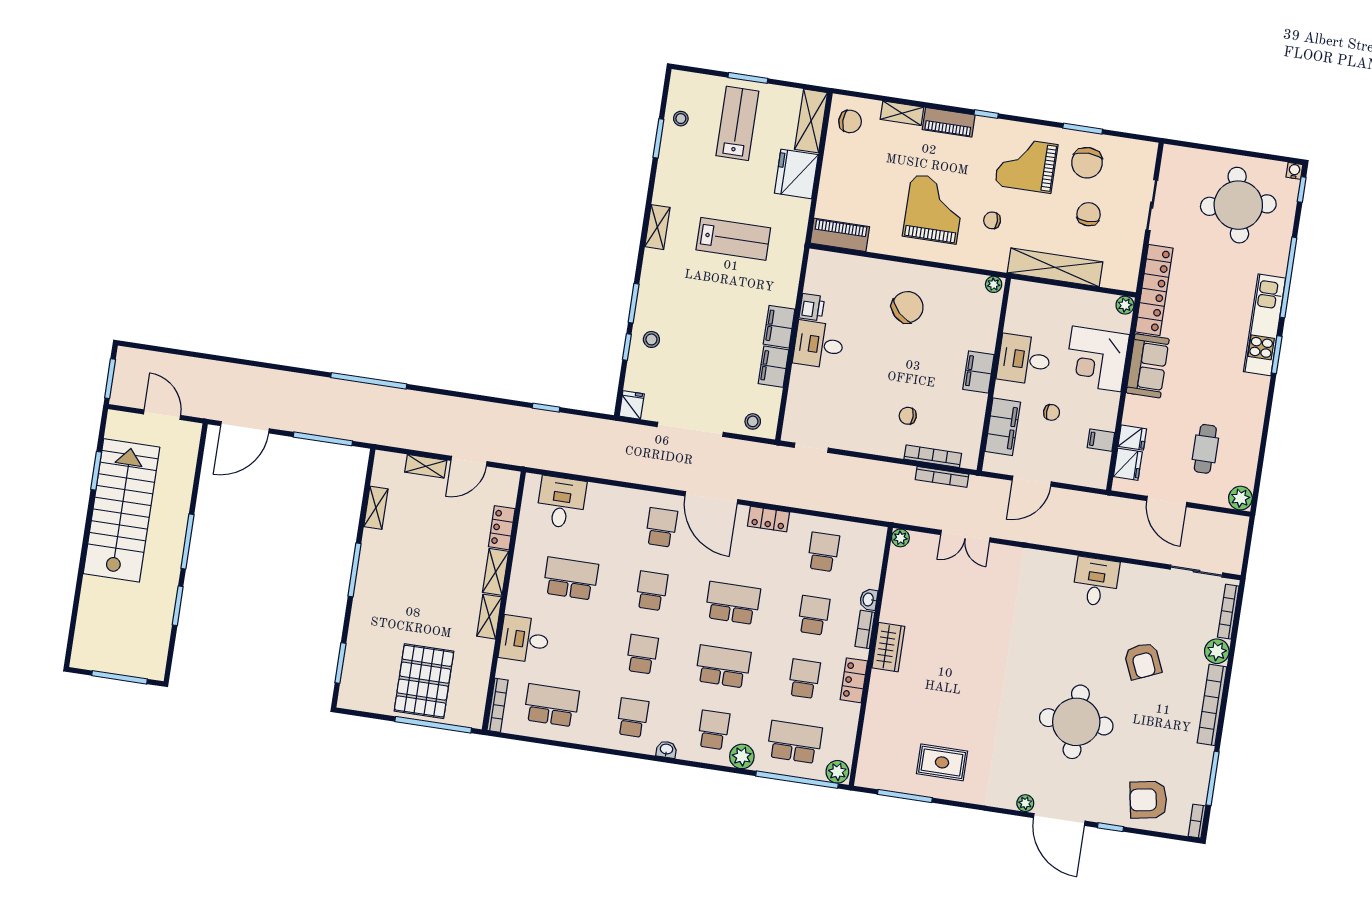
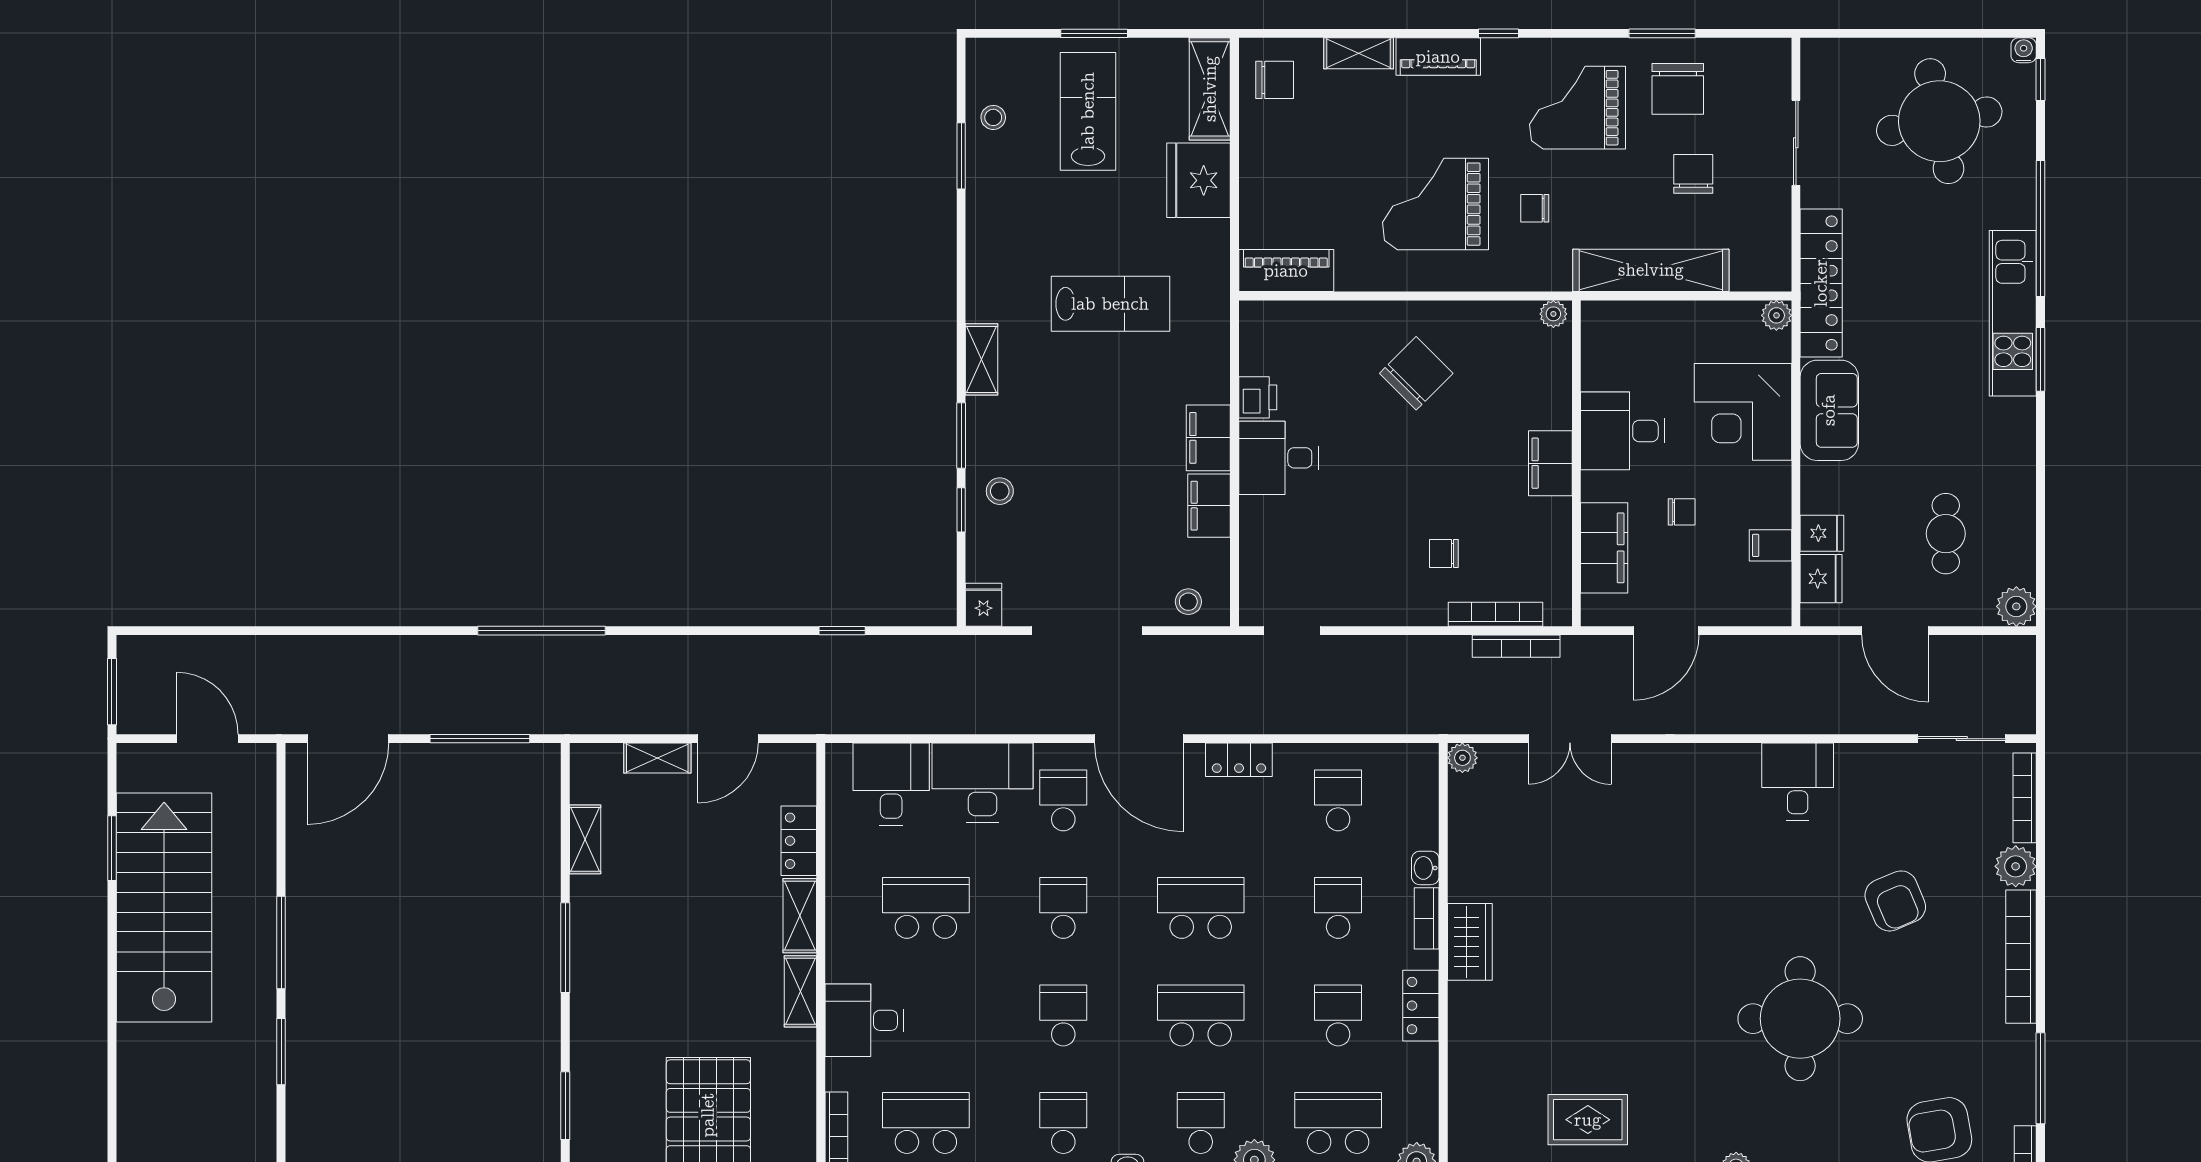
grand piano: (934, 209) -> (1436, 204), turned -90
shelving: (657, 227) -> (981, 359), moved
desk: (615, 510) -> (983, 783), added

